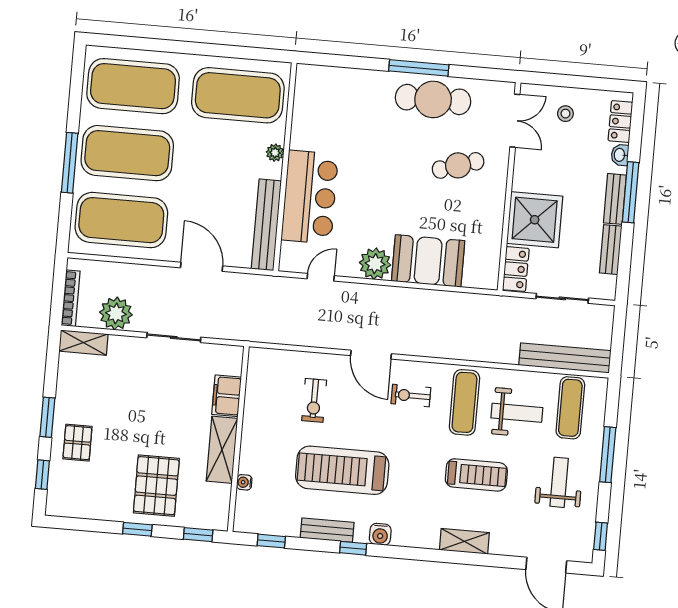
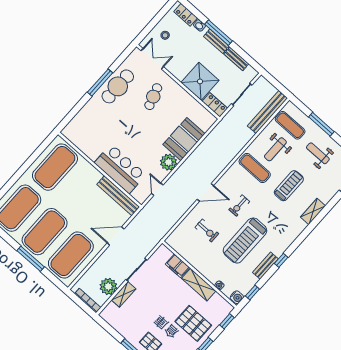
plant: (275, 153) -> (91, 169), removed
shelving: (84, 343) -> (124, 294), moved
exercise bike: (411, 396) -> (239, 206), moved
weight bench: (517, 413) -> (275, 149), turned 180
water cooler: (380, 534) -> (237, 297), moved

